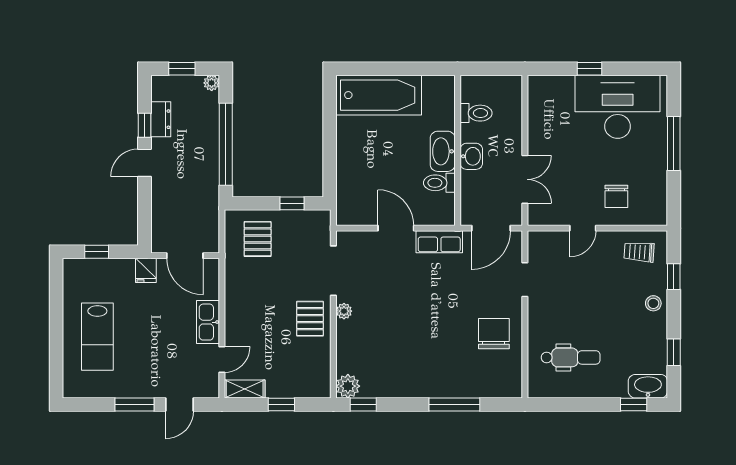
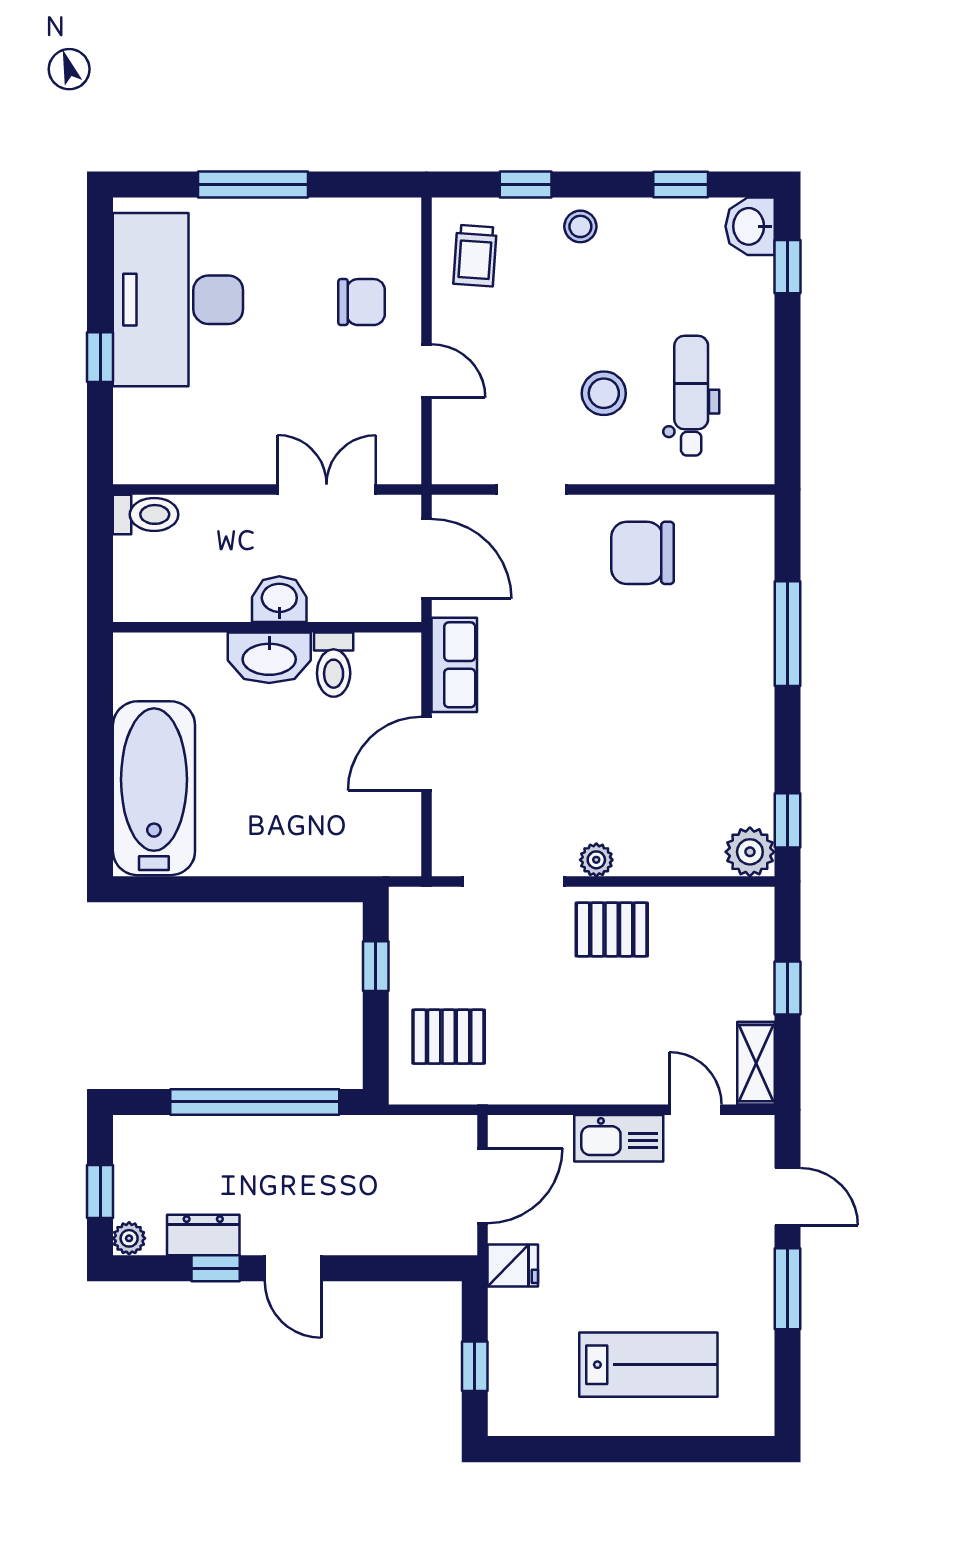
plant: (212, 83) -> (129, 1238), moved
toilet: (476, 113) -> (146, 514), moved, turned 90
stool: (572, 315) -> (604, 393), added
washbasin: (648, 386) -> (750, 226), width x0.72

